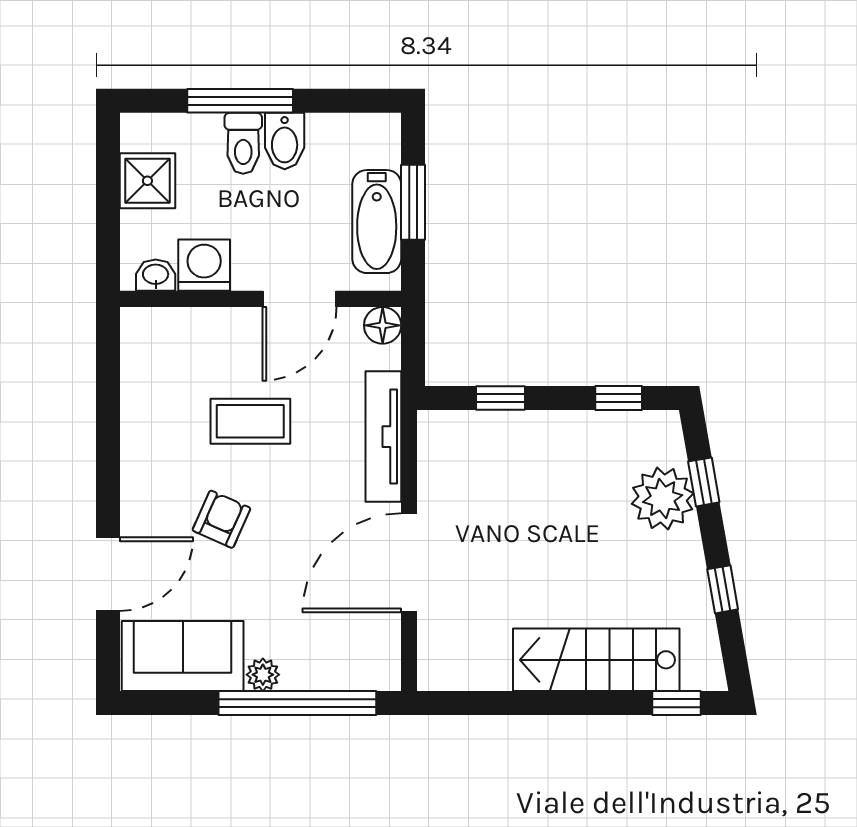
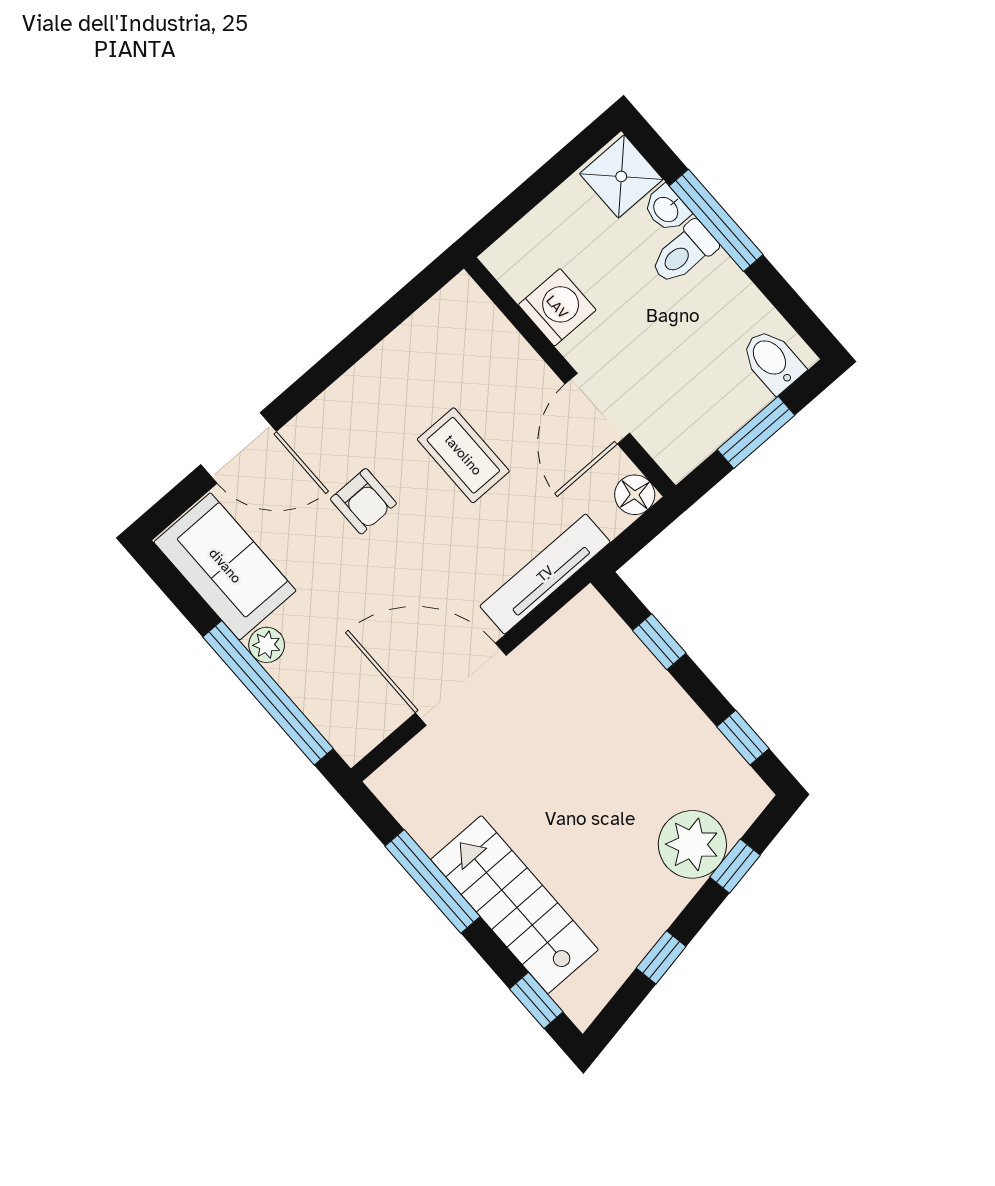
bidet: (285, 141) -> (772, 361), moved, turned 90
shower: (147, 181) -> (621, 176), moved
bathtub: (377, 222) -> (715, 417), removed
washbasin: (156, 275) -> (667, 209), moved, turned 180
door: (299, 299) -> (597, 409), hinge flipped
armchair: (221, 519) -> (363, 501), turned 66
window: (530, 703) -> (432, 881), added

